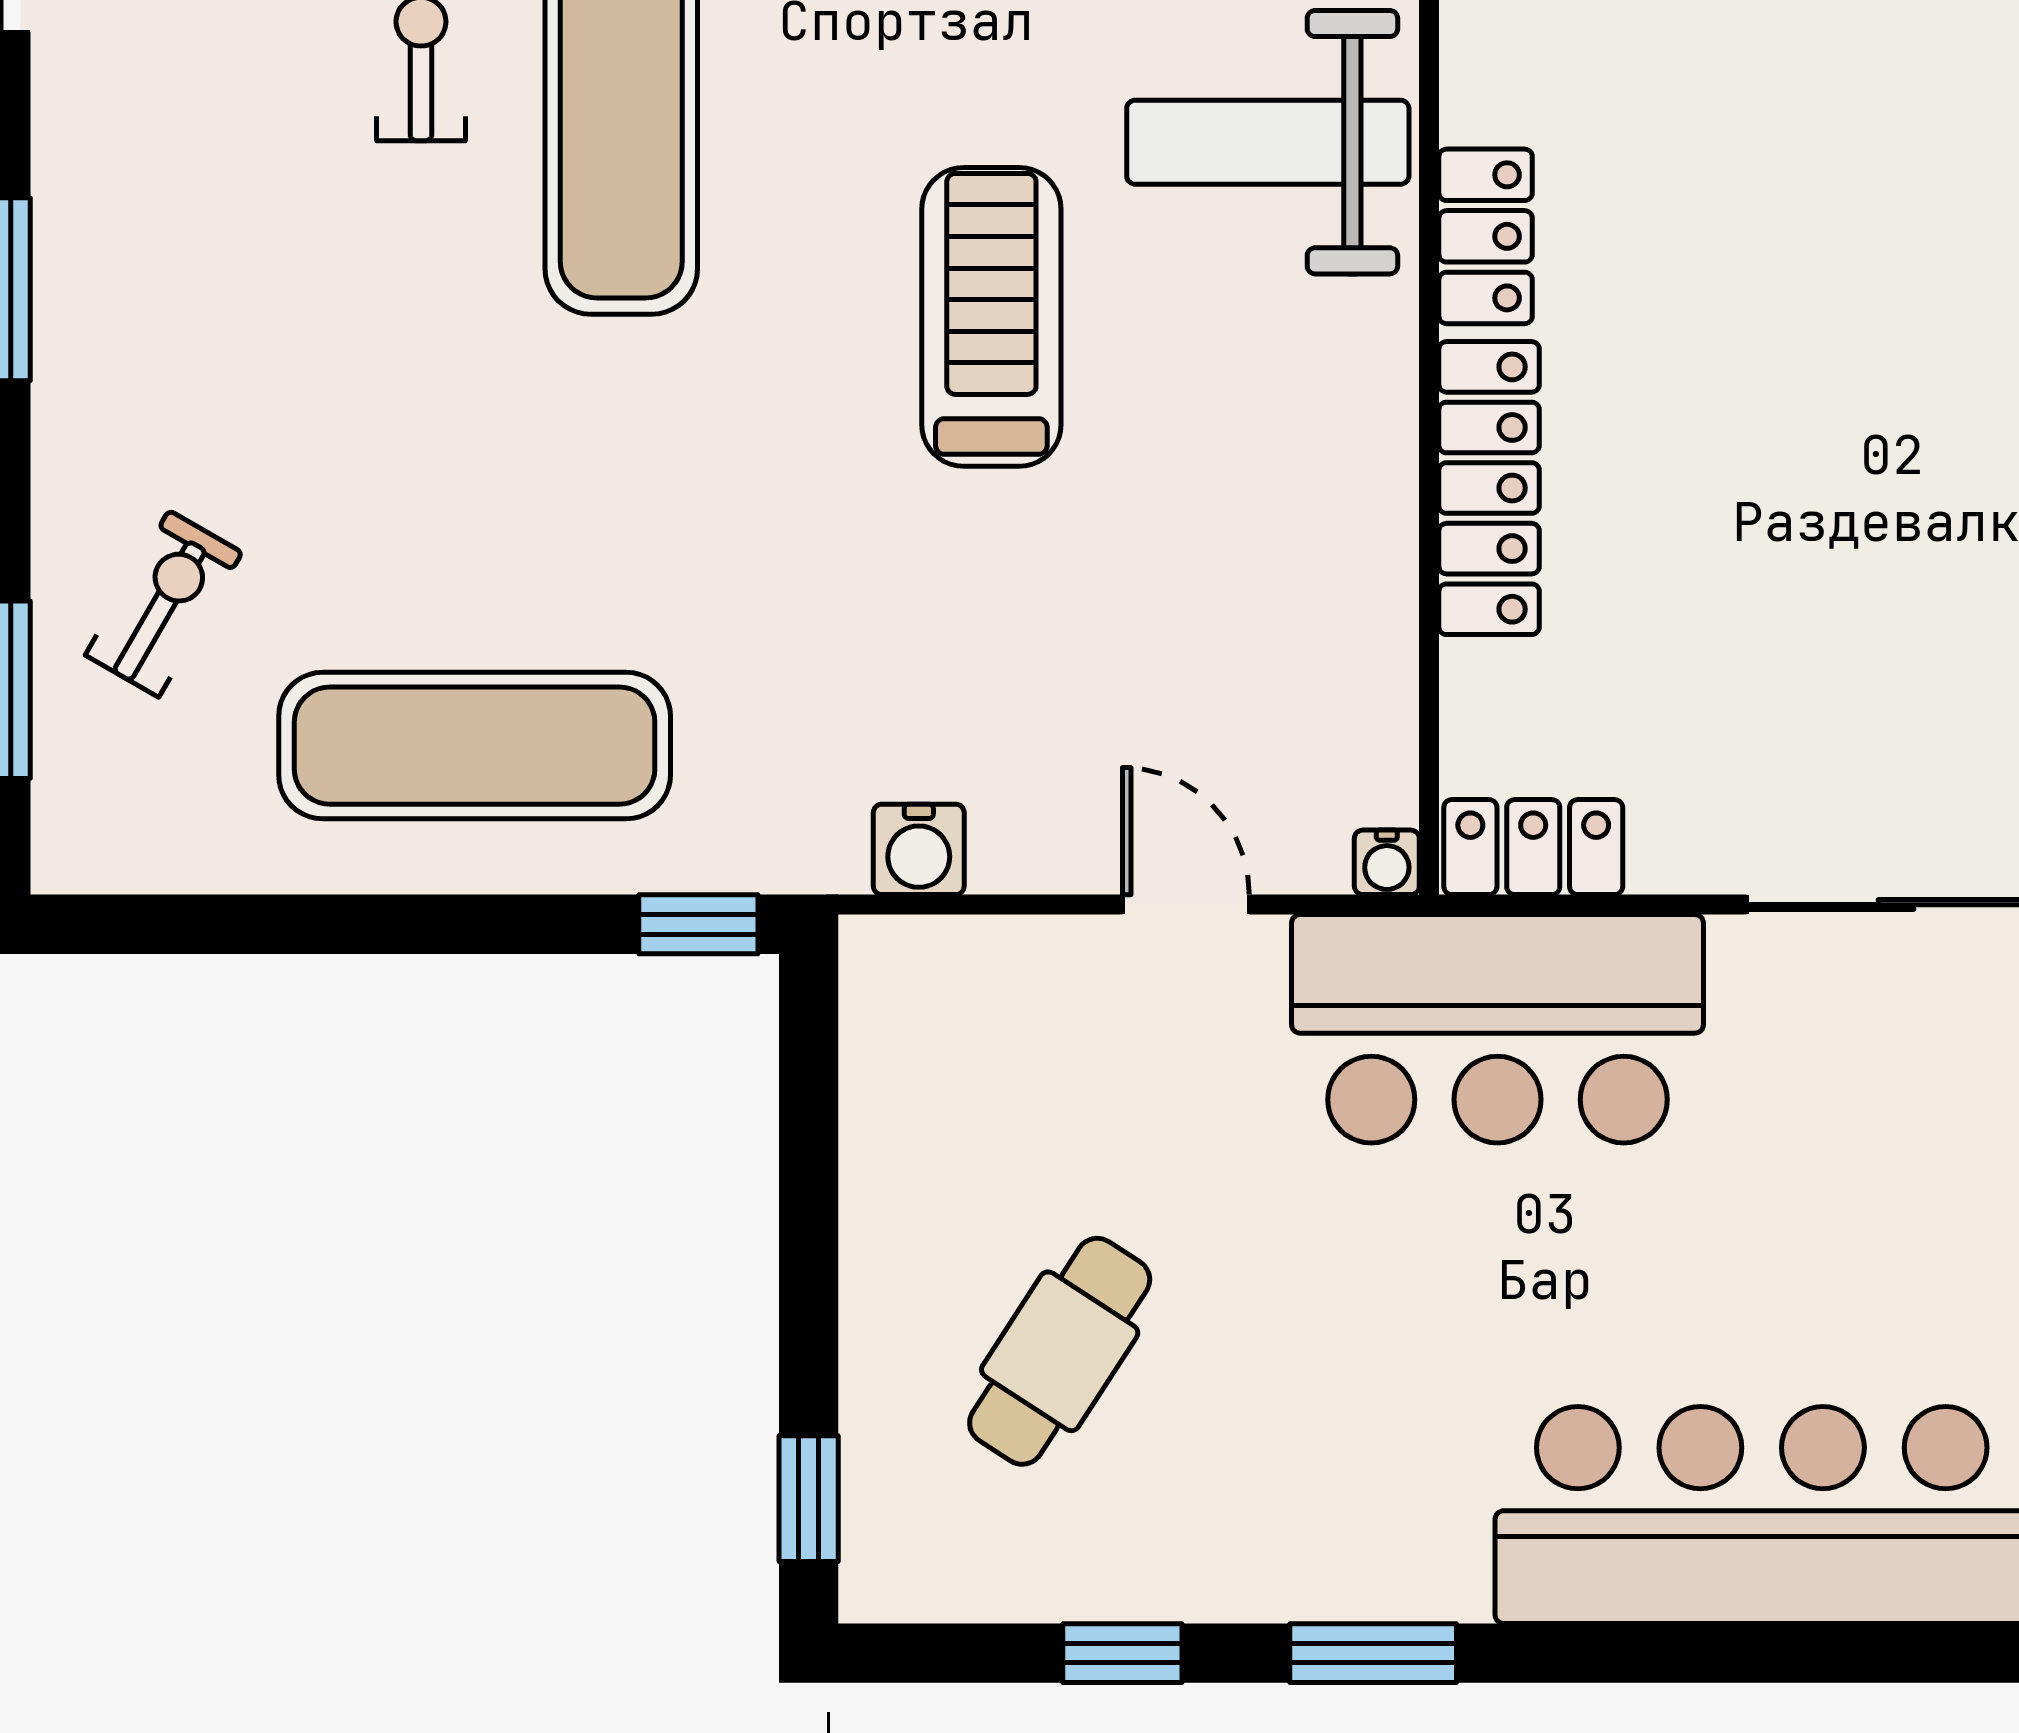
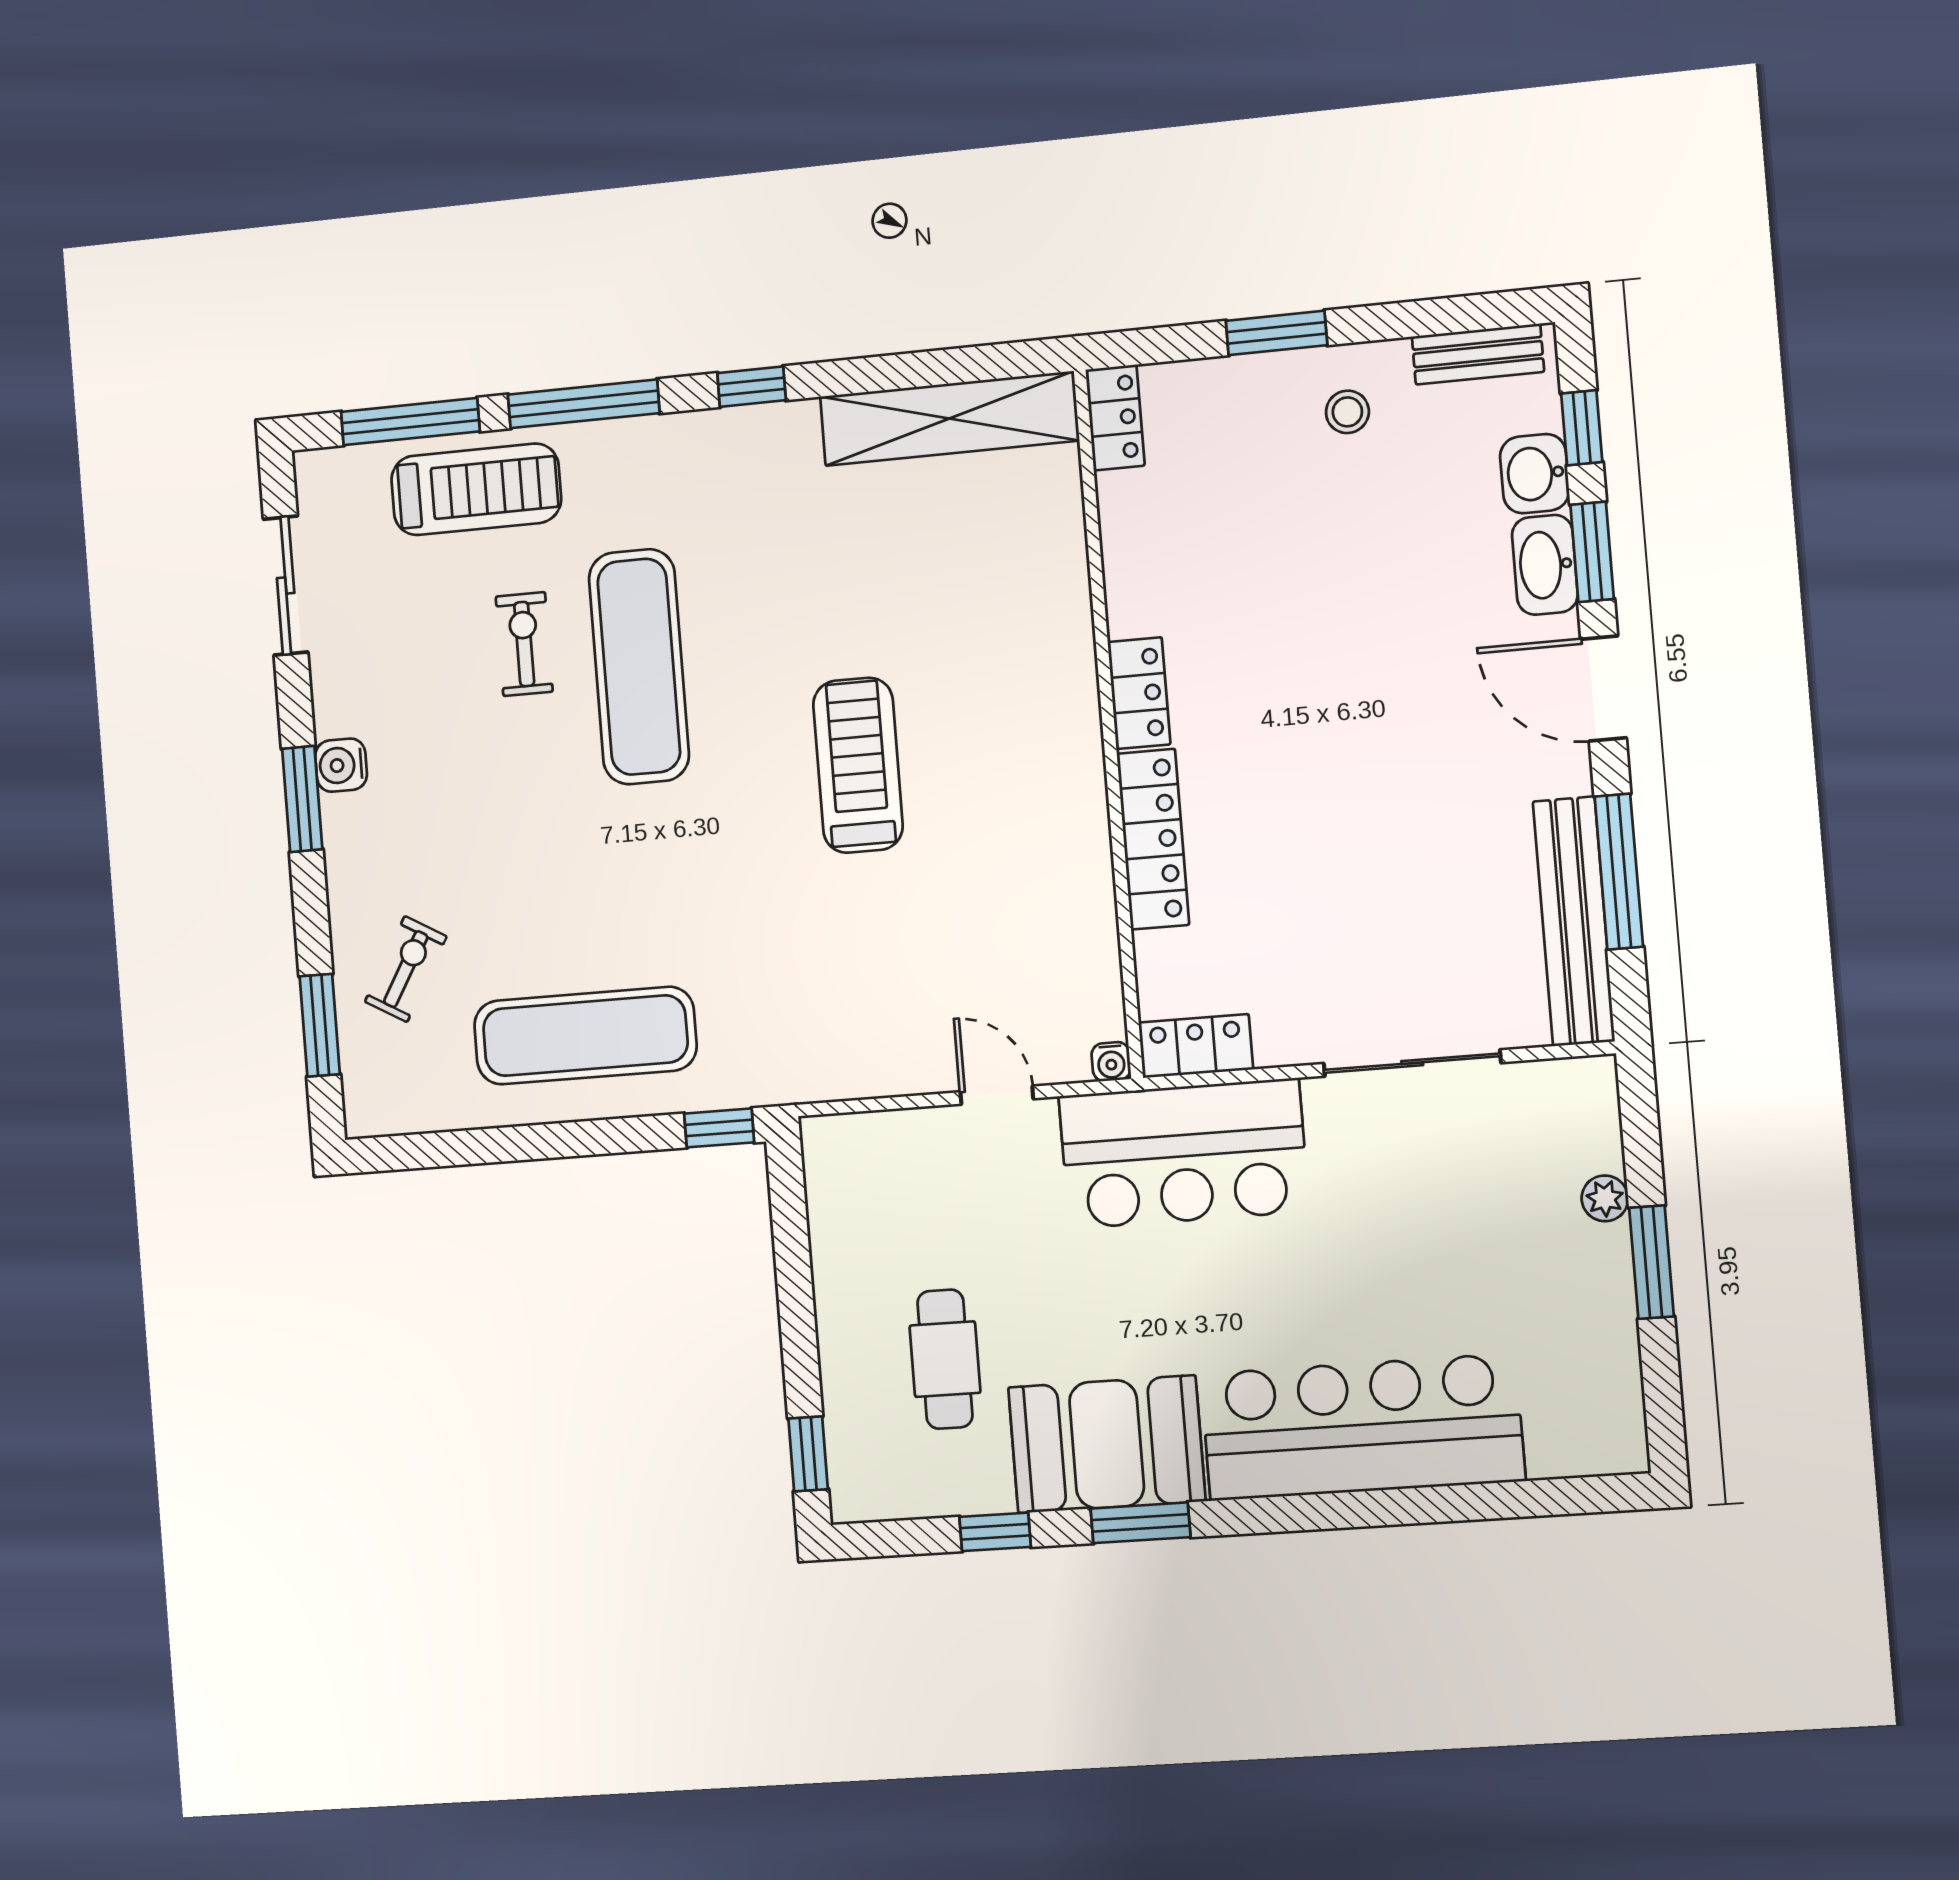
weight bench: (1268, 142) -> (1008, 650), removed
water cooler: (919, 849) -> (341, 765), moved, turned 90
cafe table: (1060, 1351) -> (945, 1359), turned -33
booth: (1326, 1515) -> (1107, 1444), added

